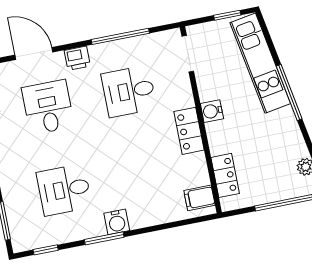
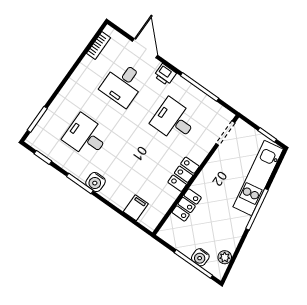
desk: (48, 107) -> (123, 84), turned 180
water cooler: (212, 111) -> (200, 257), moved, turned -90
locker: (225, 175) -> (187, 205), moved
filing cabinet: (199, 198) -> (136, 208), moved, turned 90

